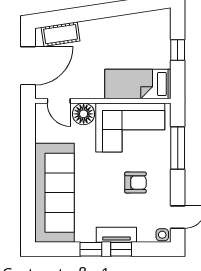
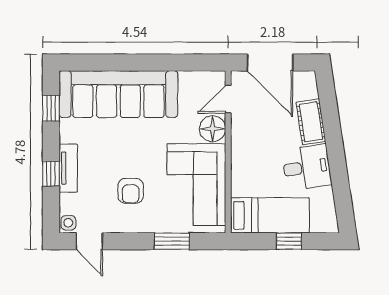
cot: (61, 34) -> (311, 122), moved
desk: (116, 35) -> (307, 167), added
bed: (138, 84) -> (270, 215), moved, turned 90
window: (178, 148) -> (172, 241), width x0.69
window: (91, 249) -> (51, 108), moved

